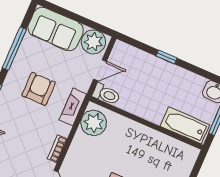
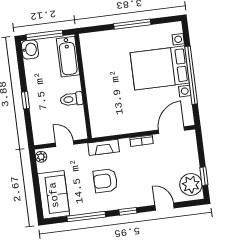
plant: (93, 42) -> (41, 157), width x0.53, depth x0.53
toilet: (106, 94) -> (72, 99), moved, turned -90
plant: (94, 123) -> (106, 125), removed

